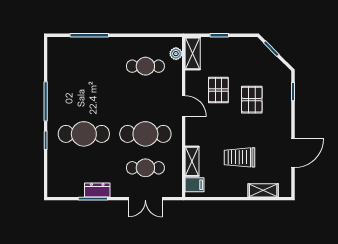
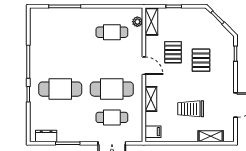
shelving: (192, 161) -> (151, 99), moved
dresser: (97, 190) -> (46, 136), moved

